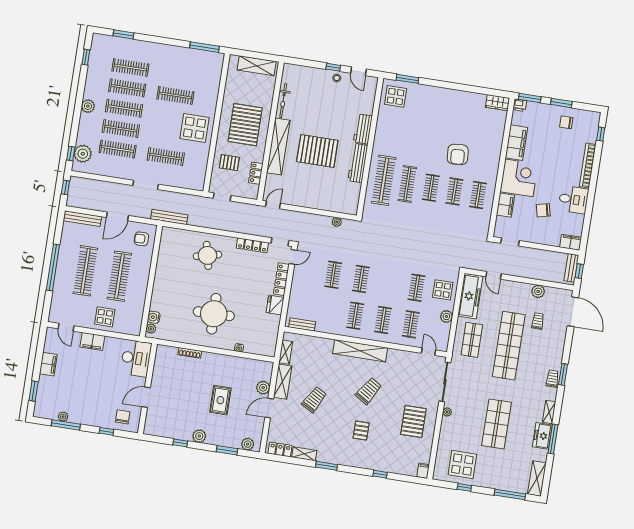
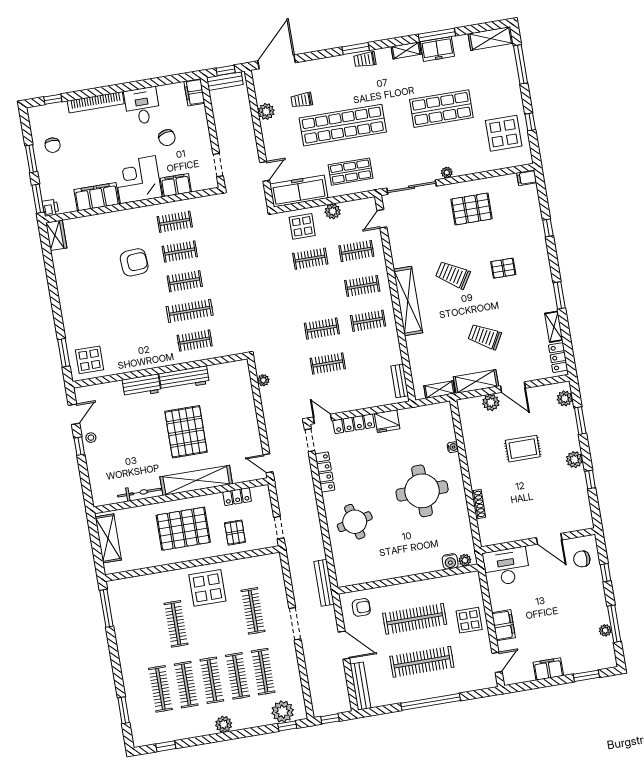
clothes rail: (384, 180) -> (195, 341), width x0.54, depth x0.76
armchair: (141, 239) -> (361, 607), turned -90

